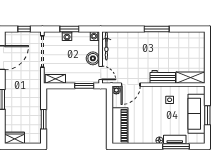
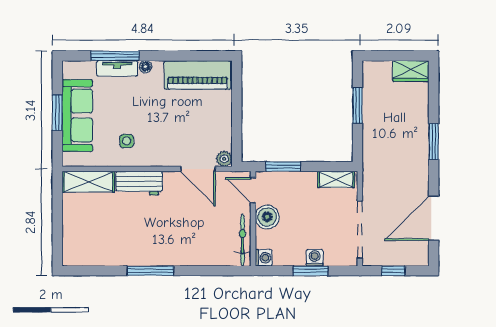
door: (131, 85) -> (198, 169), swing flipped
piano: (120, 126) -> (198, 75), moved, turned -90

